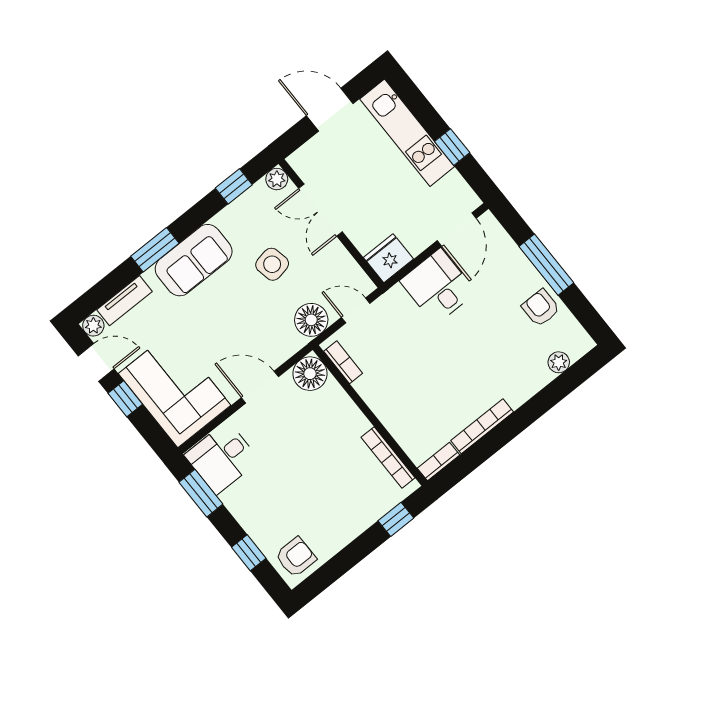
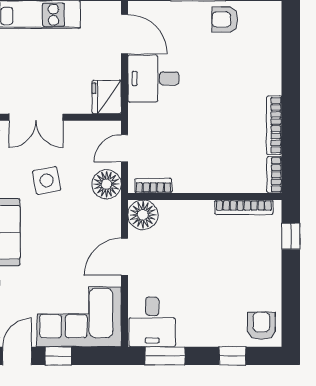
plant: (559, 362) -> (272, 37), removed

